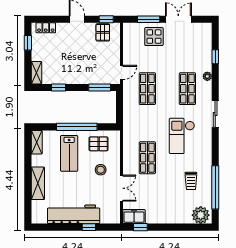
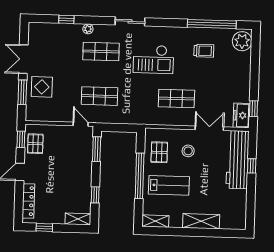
locker: (46, 28) -> (28, 201), width x1.53
pallet: (103, 32) -> (35, 144), turned 90
workbench: (74, 214) -> (237, 160), moved

